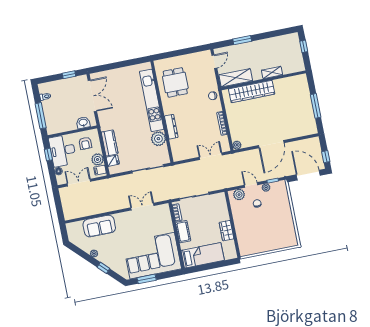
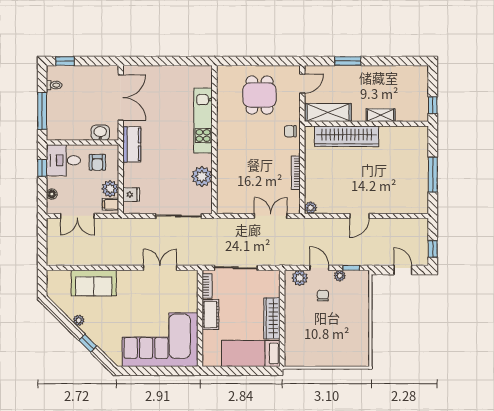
window: (304, 46) -> (433, 105), moved
window: (69, 75) -> (65, 61), moved
dining table: (175, 82) -> (259, 95), moved
kitchen unit: (152, 100) -> (203, 121), width x0.73
dresser: (171, 127) -> (223, 163), removed
kitchen counter: (110, 143) -> (132, 144), moved
door: (271, 144) -> (359, 216), width x0.53
desk: (63, 150) -> (63, 160), width x0.73
door: (308, 175) -> (403, 270), width x0.53
double door: (79, 183) -> (77, 216), swing flipped
wardrobe: (227, 231) -> (272, 318), width x1.50
bed: (203, 255) -> (251, 353), moved, turned 180
window: (147, 279) -> (146, 371), removed

